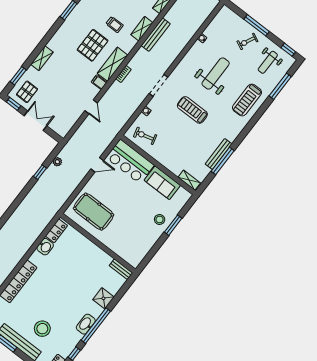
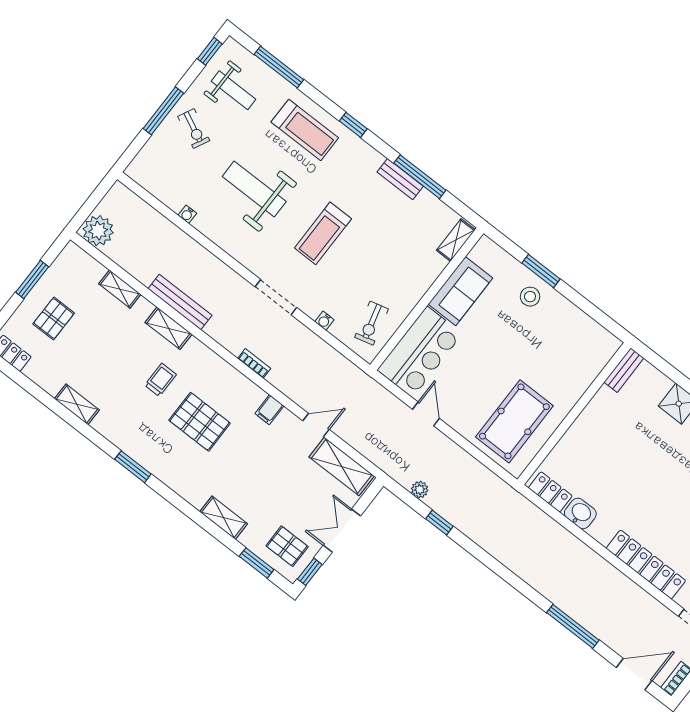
shelving: (113, 64) -> (342, 467), moved
window: (250, 126) -> (353, 125), added
bench: (219, 154) -> (400, 179), width x0.73

